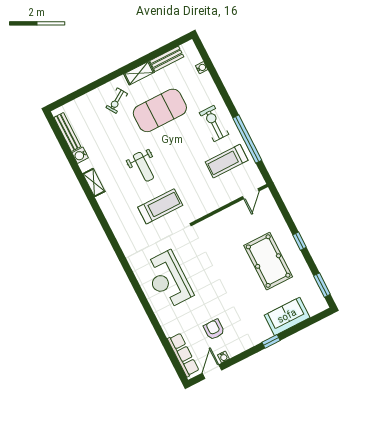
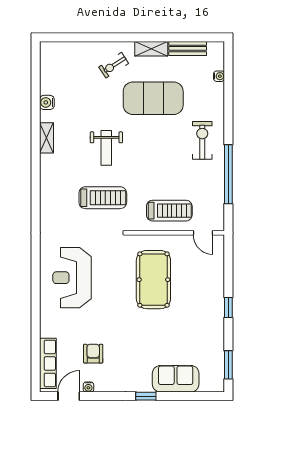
bench: (67, 132) -> (46, 72), removed
treadmill: (227, 161) -> (169, 211), moved, turned 180
door: (251, 194) -> (203, 233), hinge flipped
pool table: (268, 261) -> (153, 280), moved

